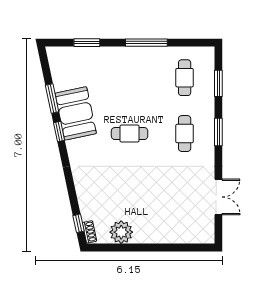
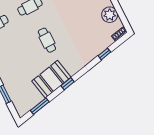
window: (52, 98) -> (40, 106), moved
window: (78, 223) -> (104, 54), moved

